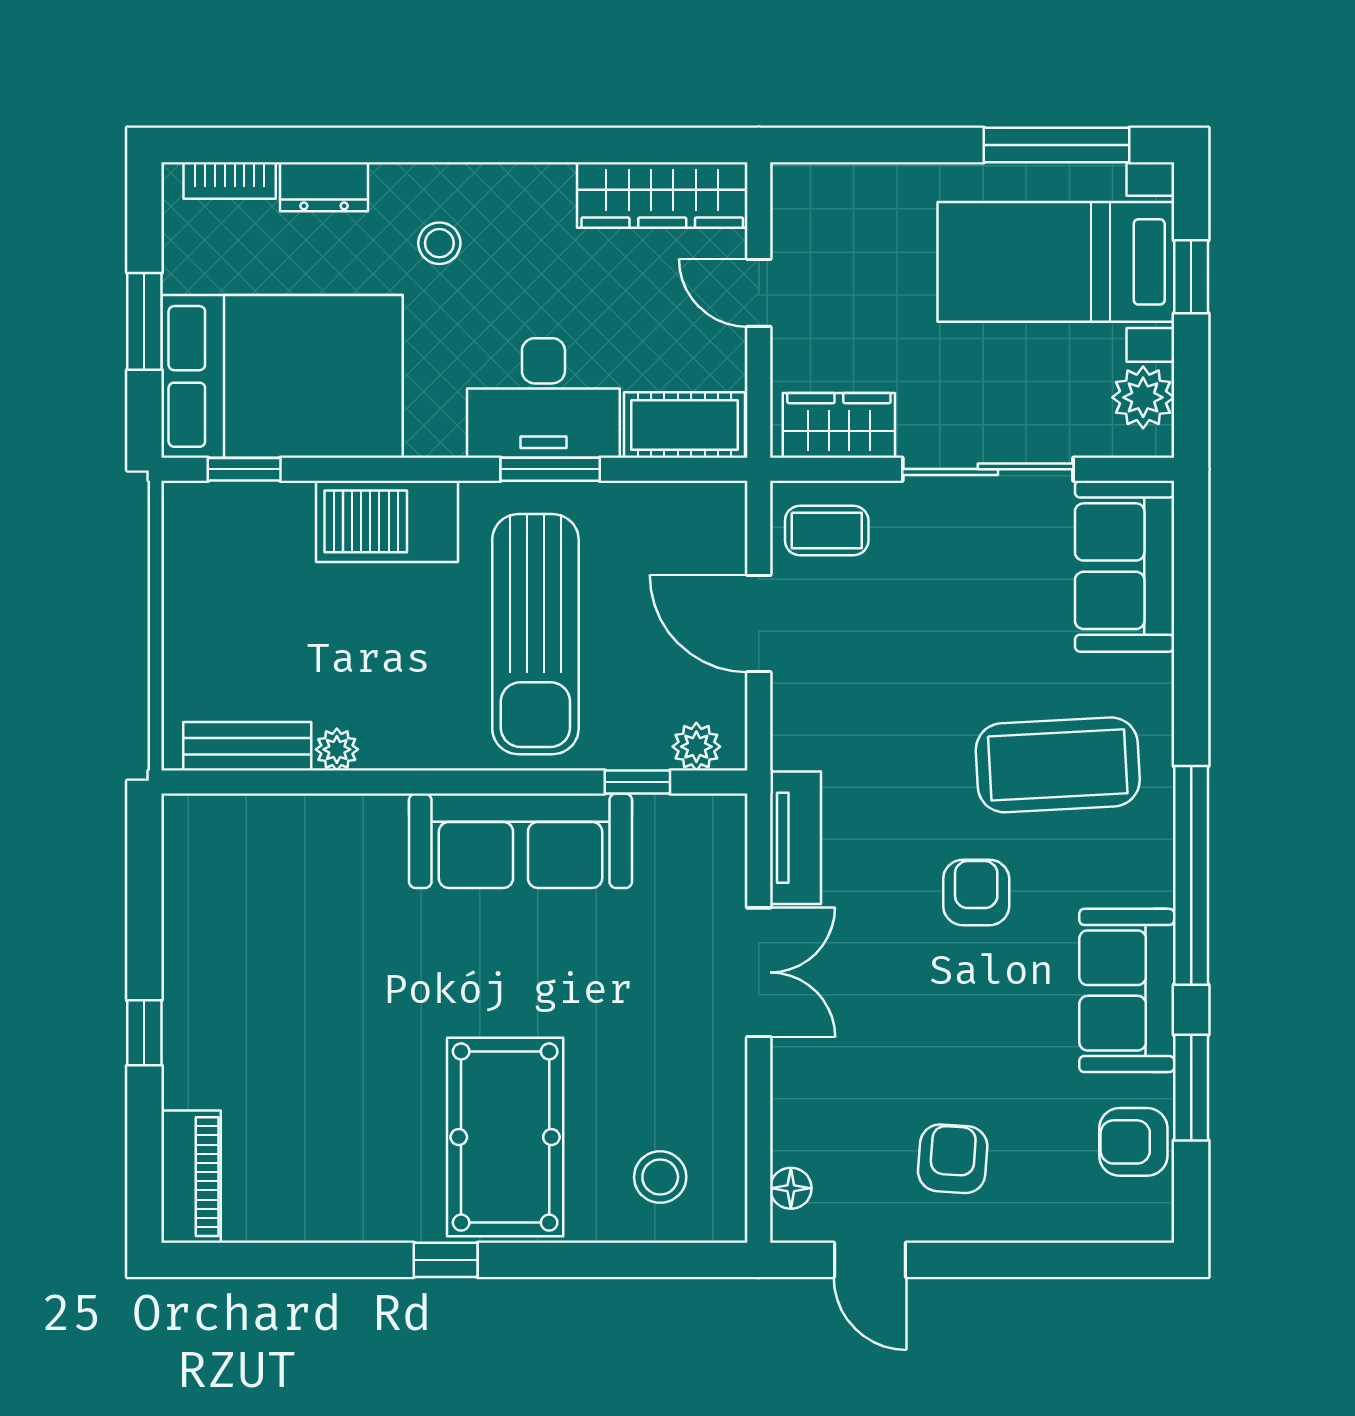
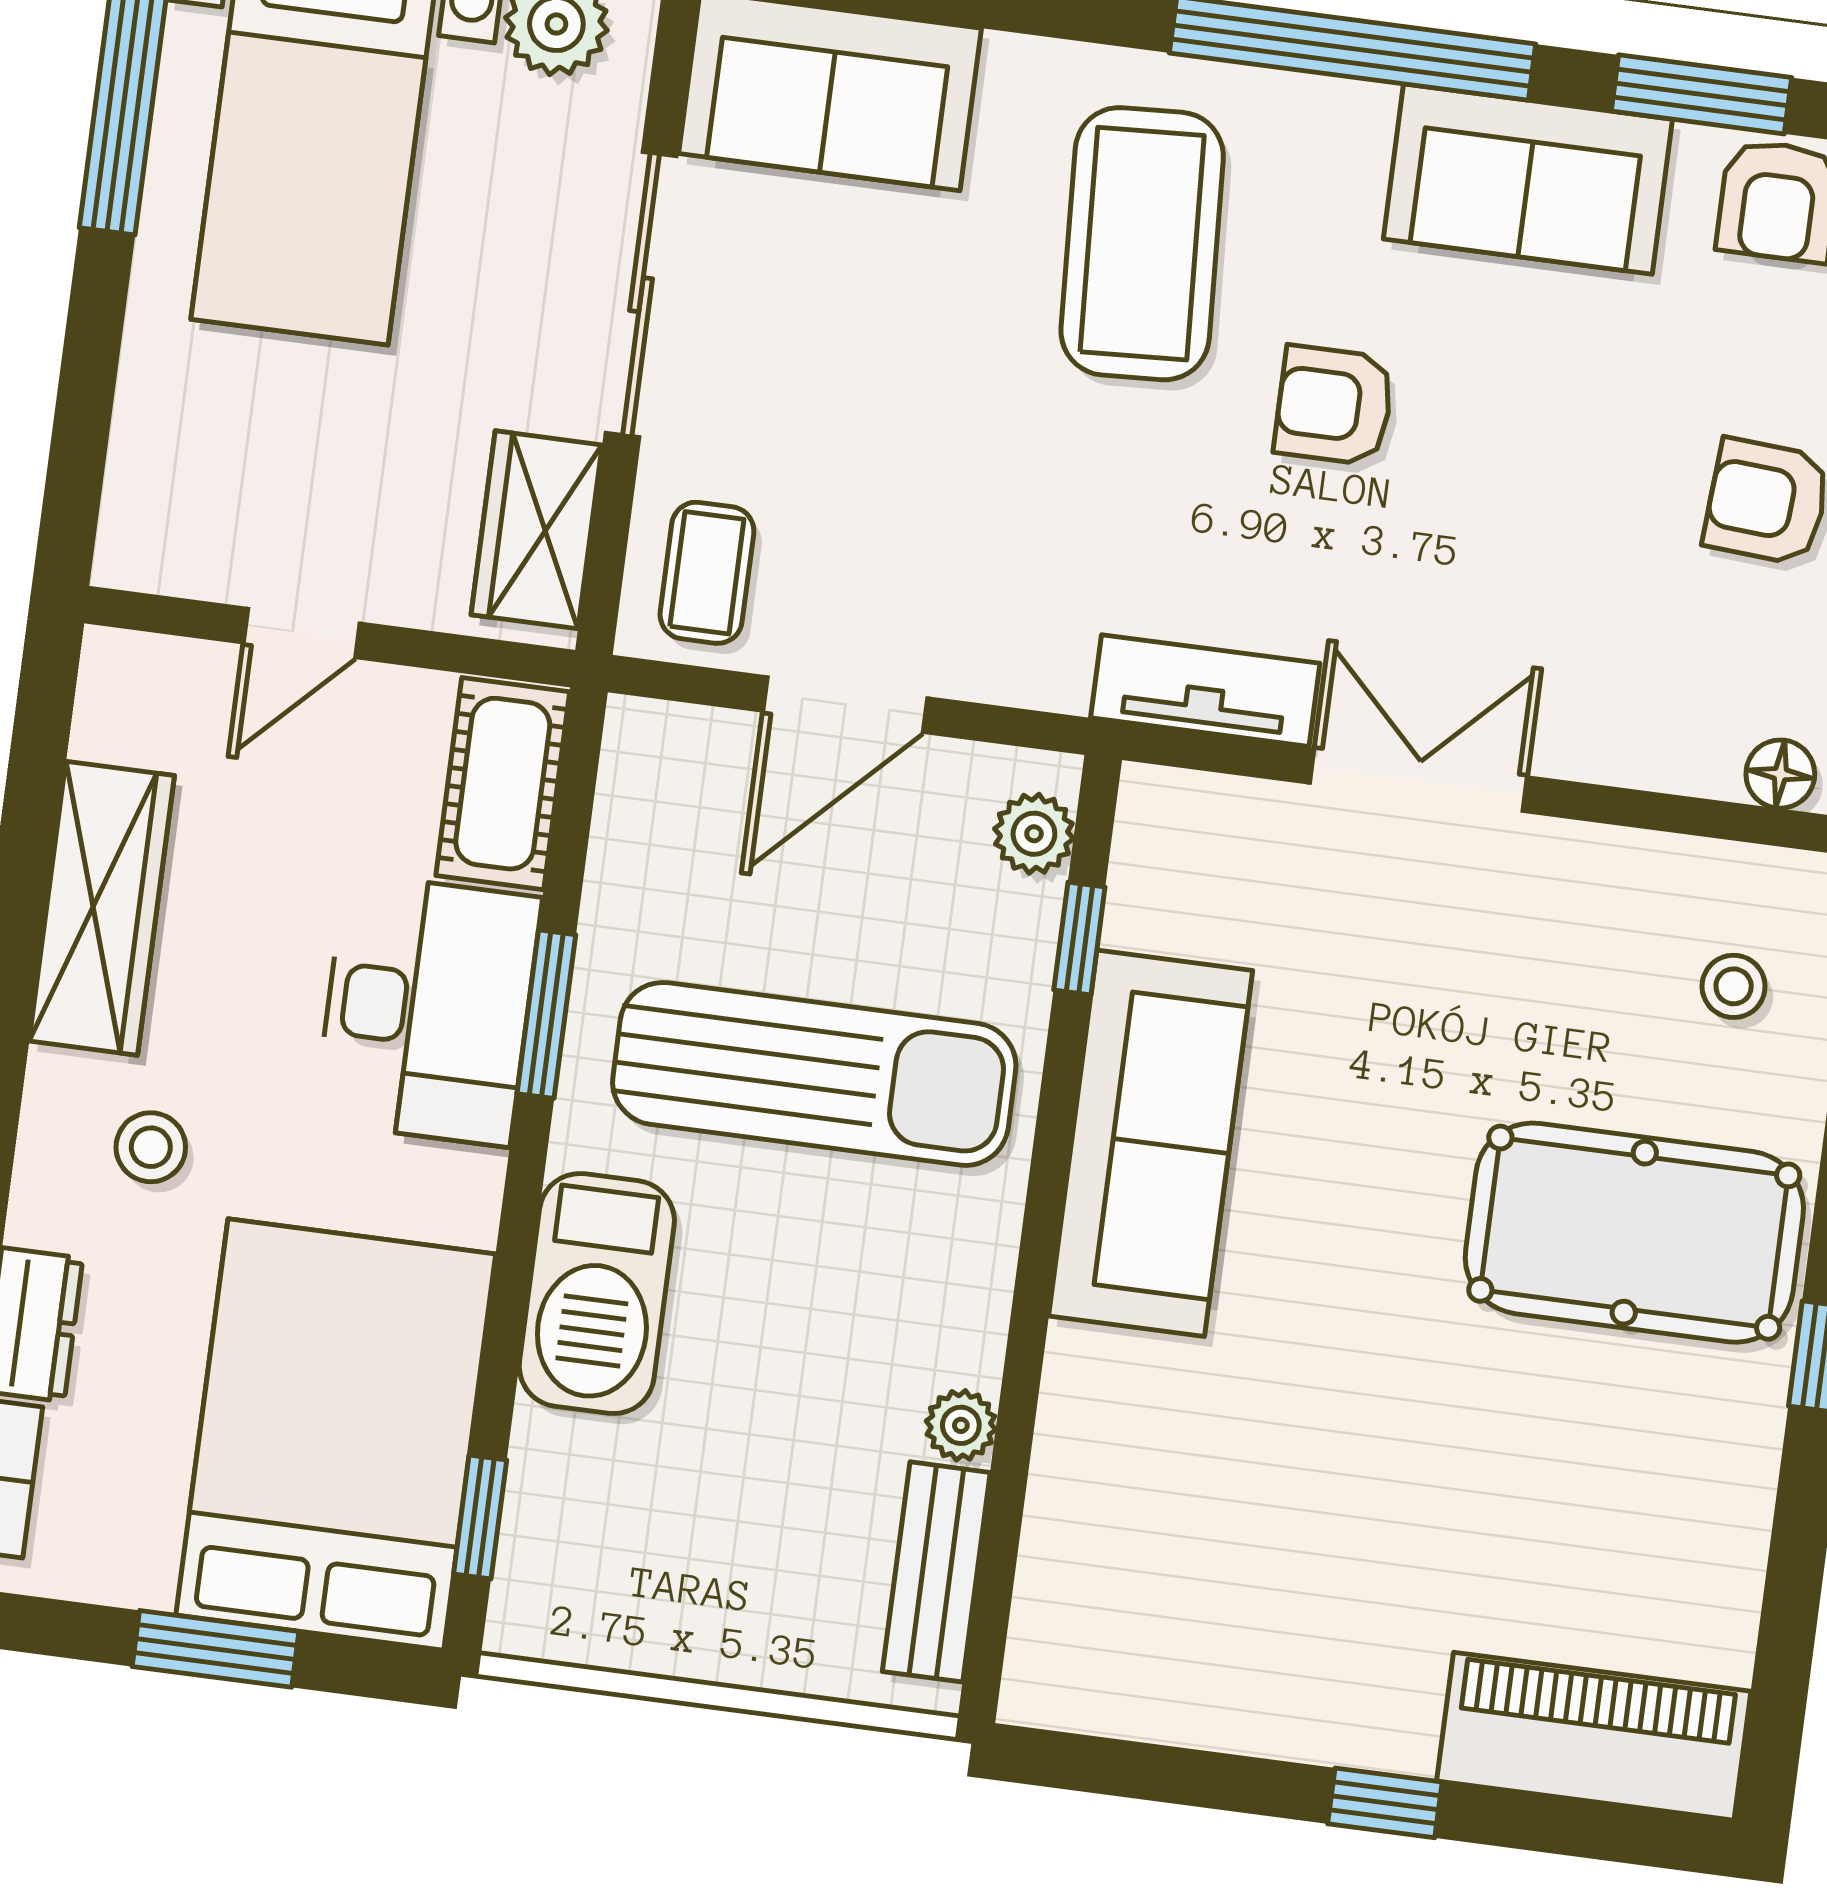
wardrobe: (662, 195) -> (102, 908), moved
piano: (191, 1177) -> (1594, 1736), width x1.37, depth x1.33
stool: (660, 1177) -> (1734, 986), width x0.73, depth x0.73

